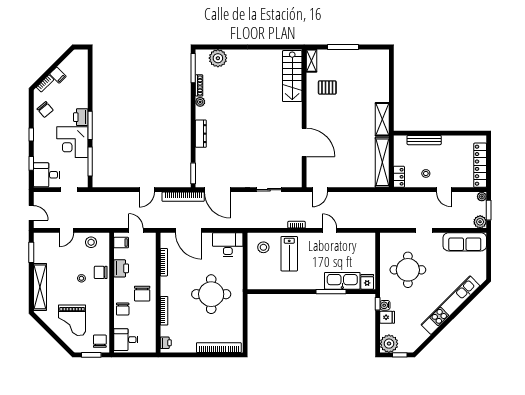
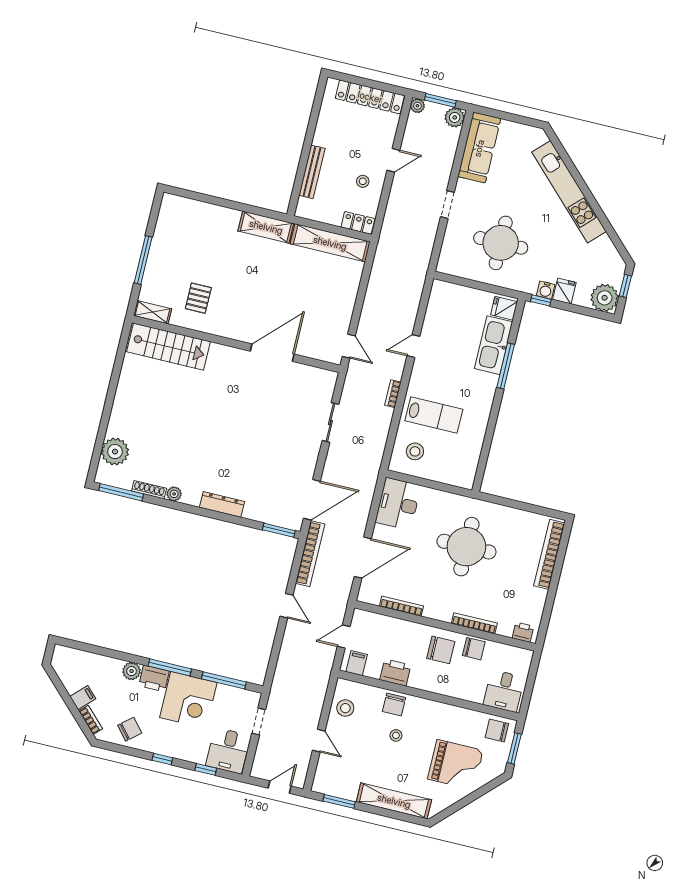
plant: (82, 102) -> (132, 671), added
chair: (123, 309) -> (474, 649), moved

